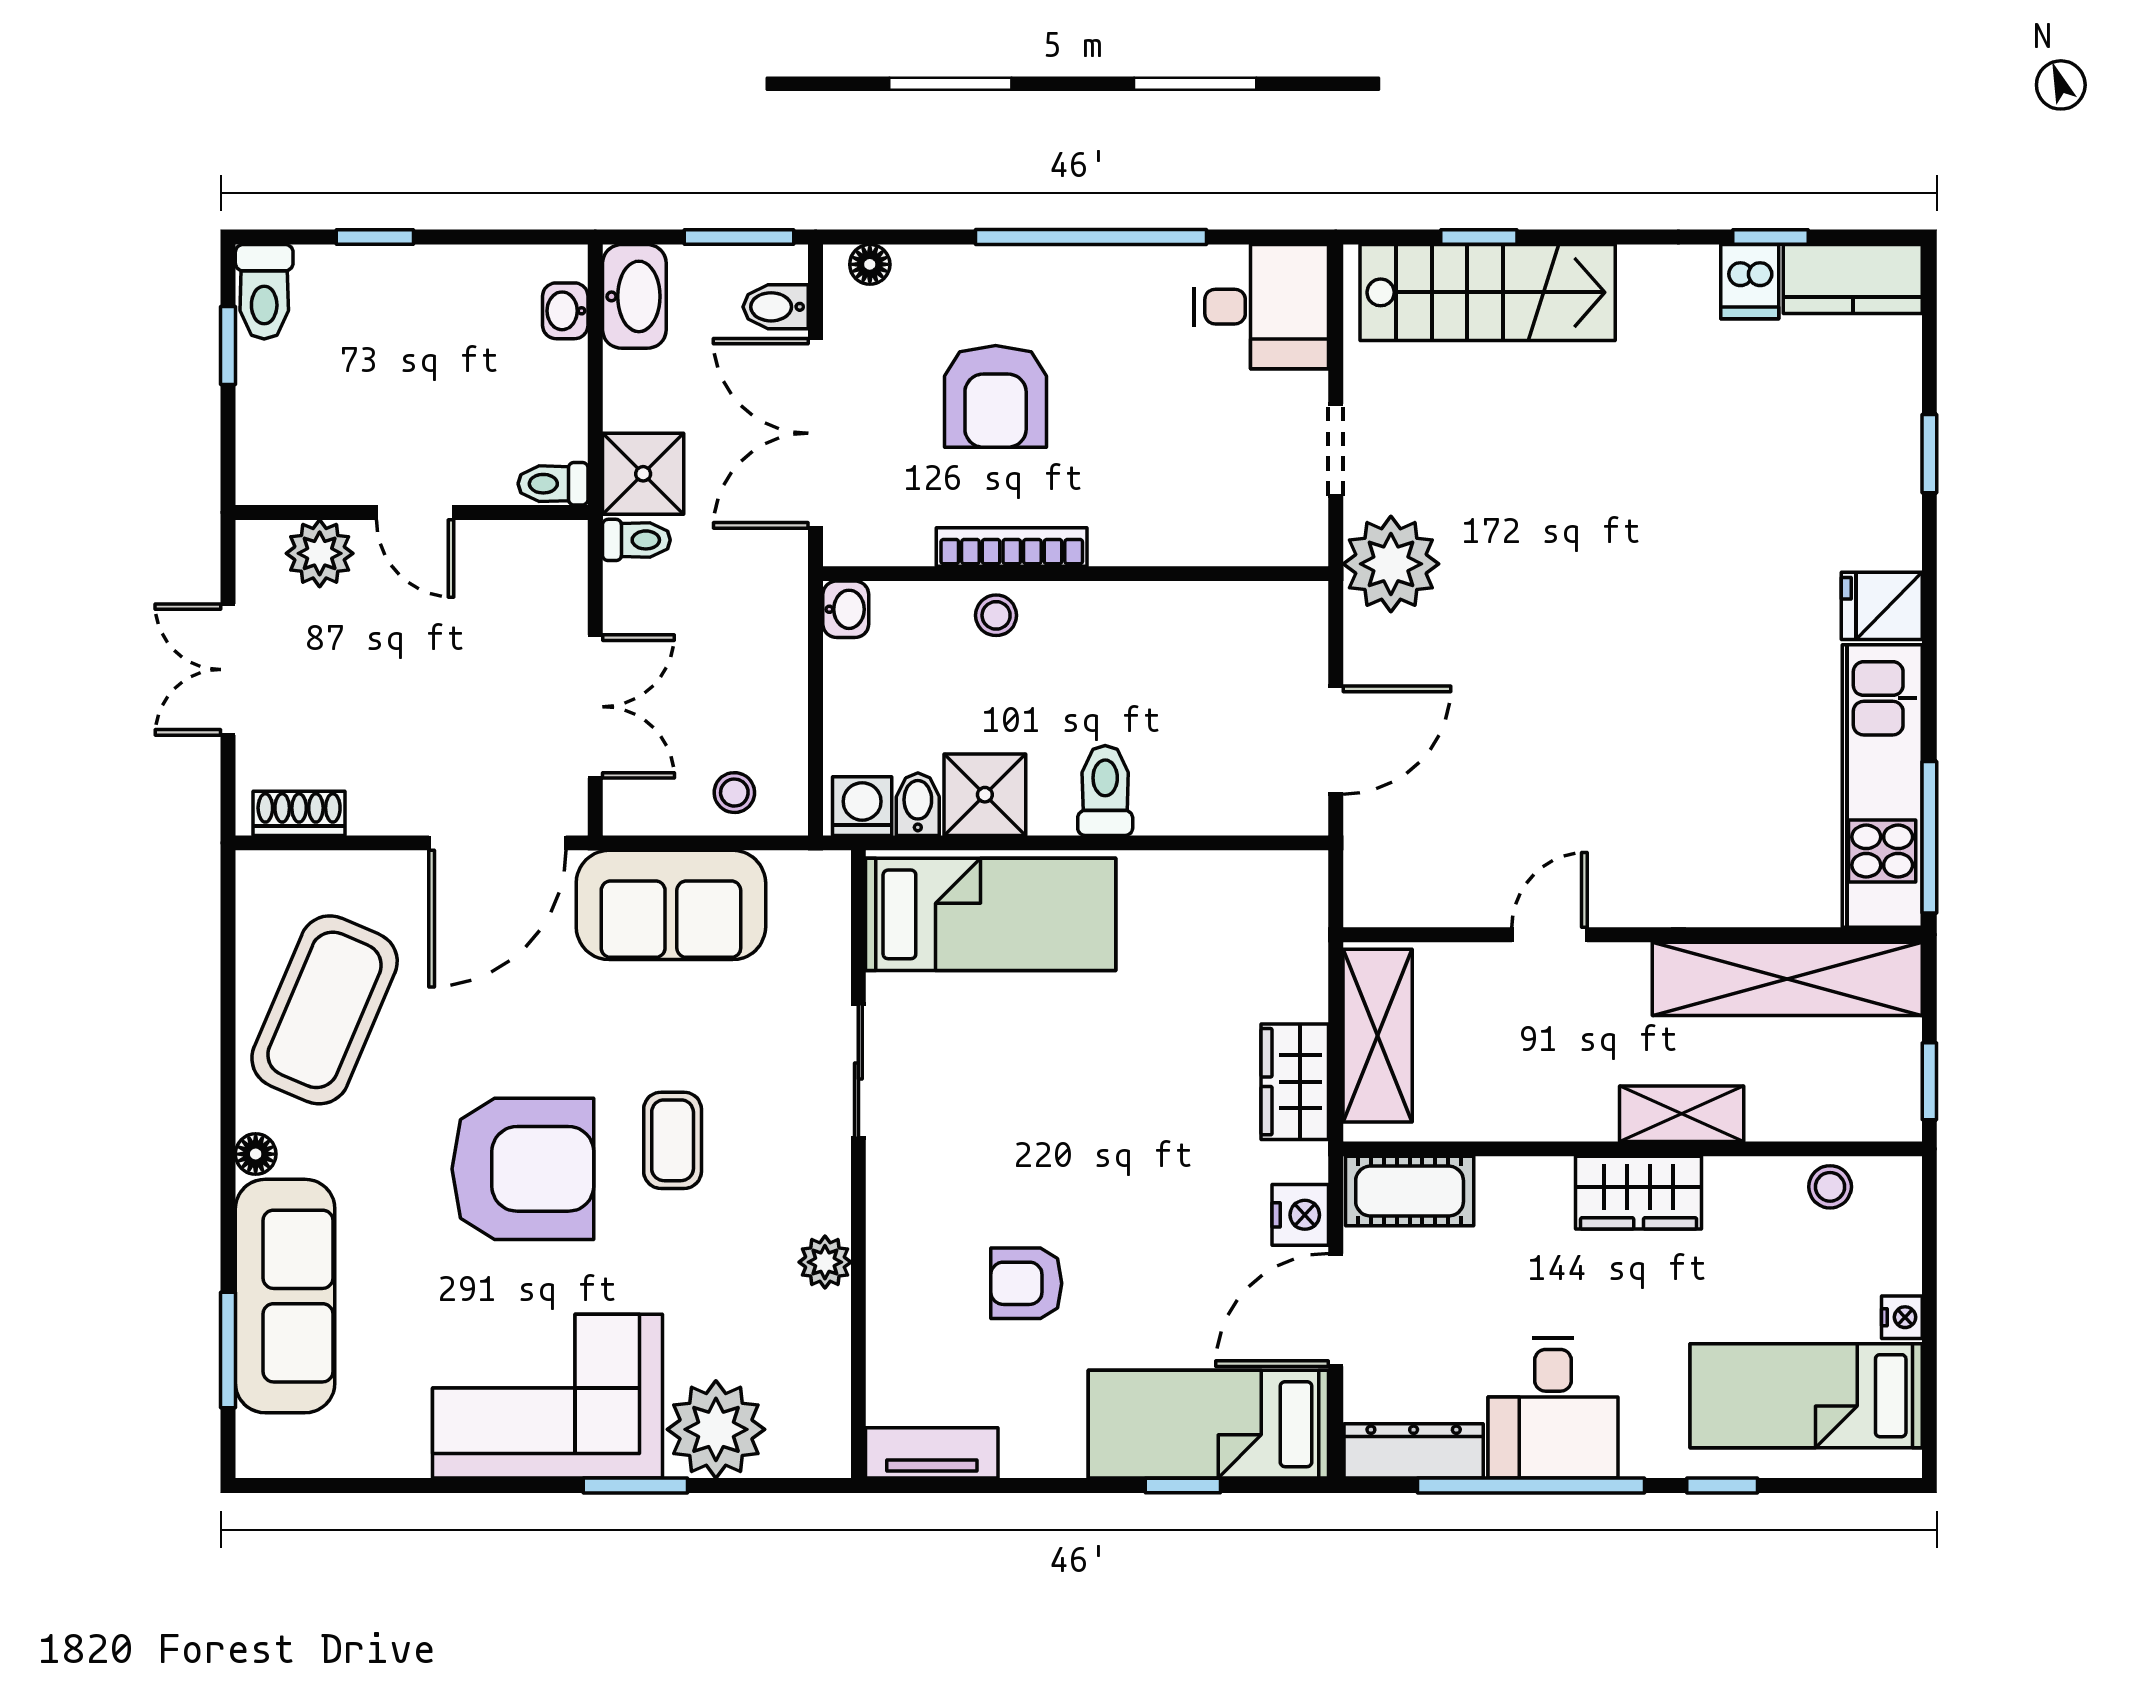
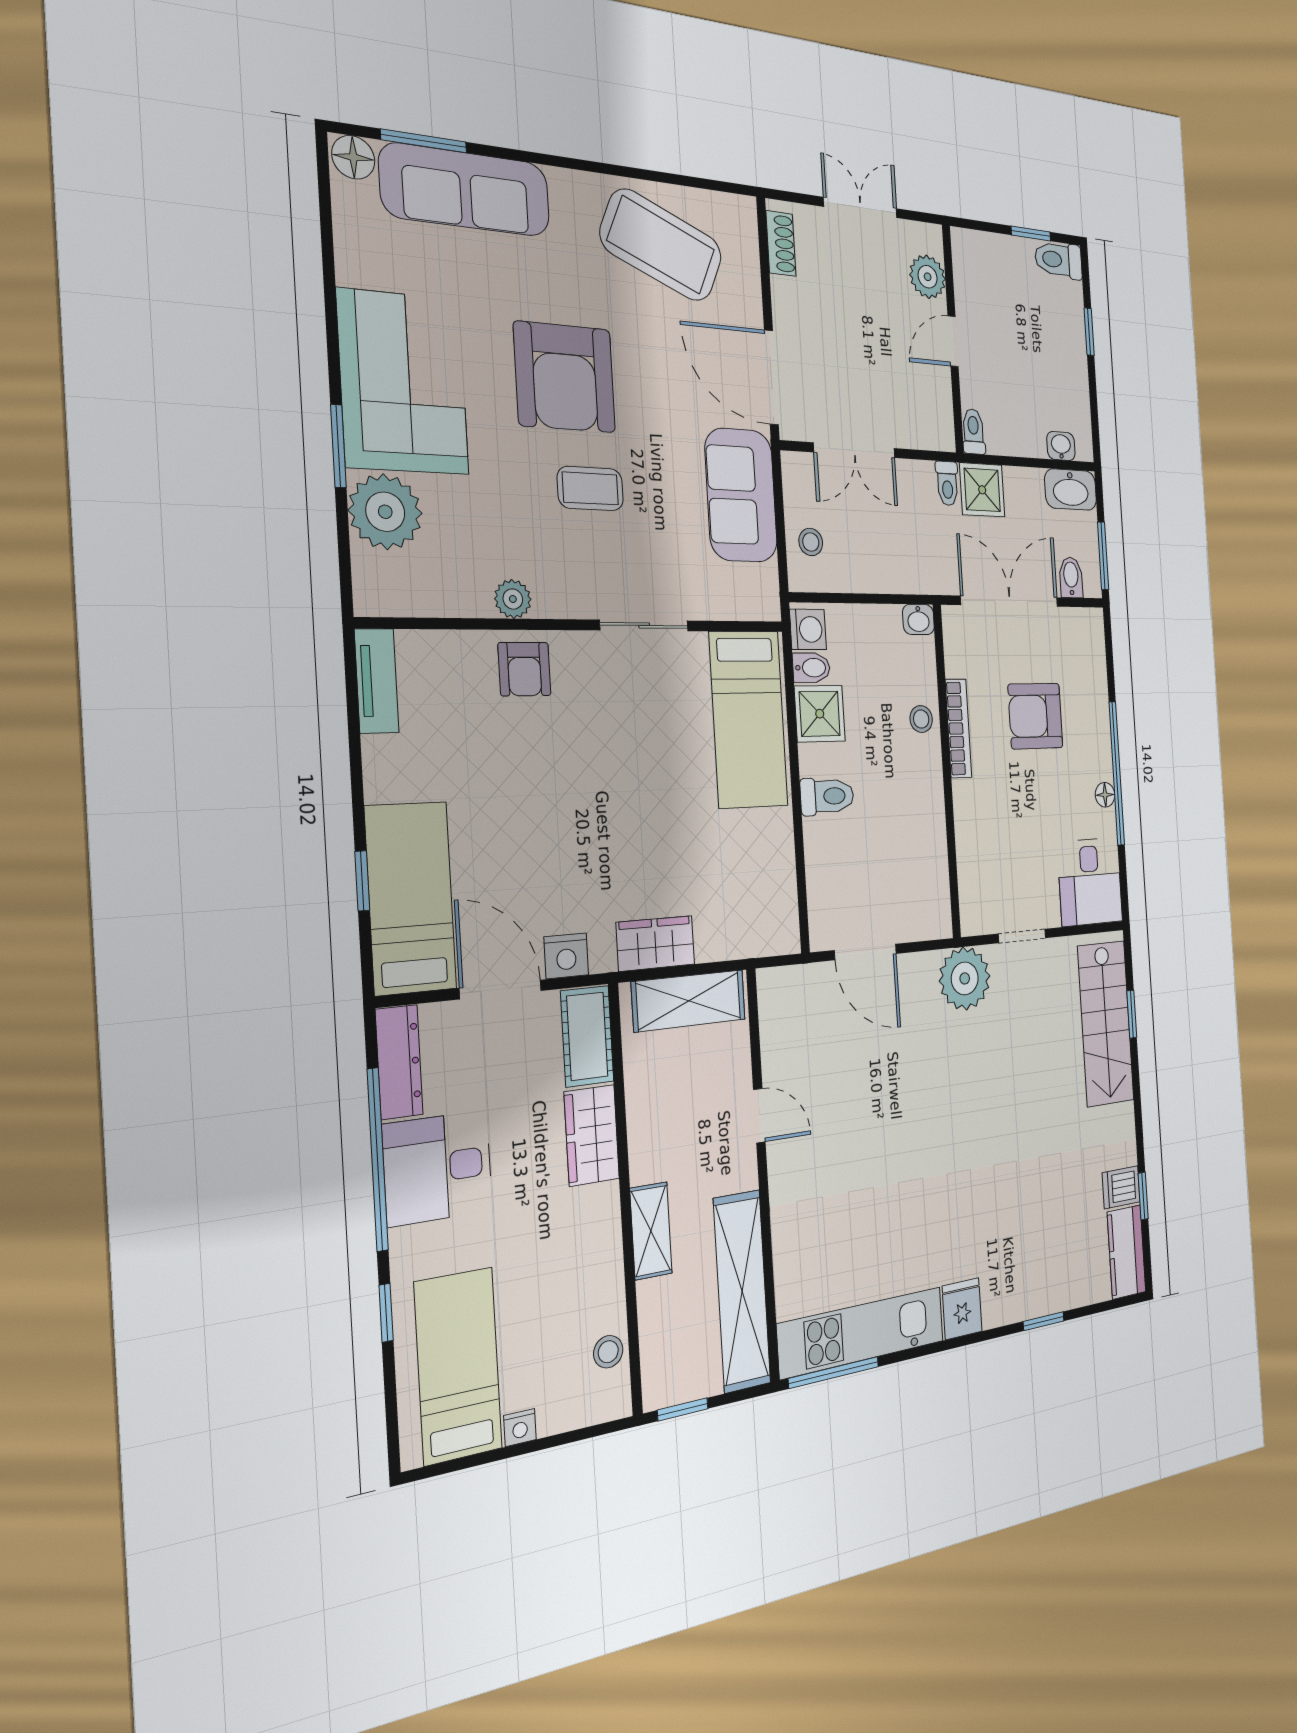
floor lamp: (870, 264) -> (1105, 795), moved
floor lamp: (256, 1154) -> (353, 157), moved, width x1.37, depth x1.37
wardrobe: (1639, 1193) -> (592, 1135), moved
armchair: (1026, 1283) -> (524, 669), moved, turned 180

